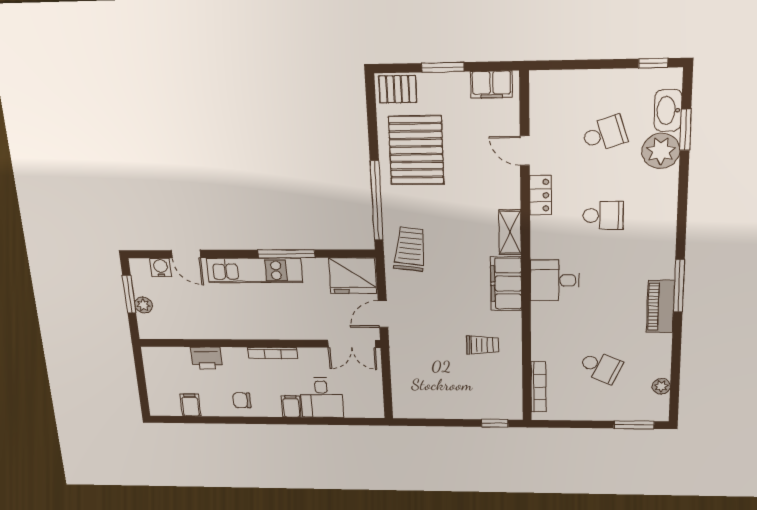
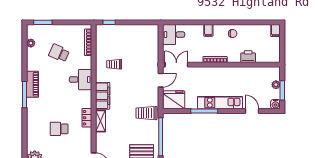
locker: (540, 195) -> (87, 118), moved
trolley: (410, 249) -> (146, 113), turned 83
water cooler: (161, 268) -> (275, 104), moved
desk: (555, 280) -> (80, 80), moved
desk: (322, 398) -> (174, 35), moved, turned -90
filing cabinet: (190, 405) -> (276, 31), moved

